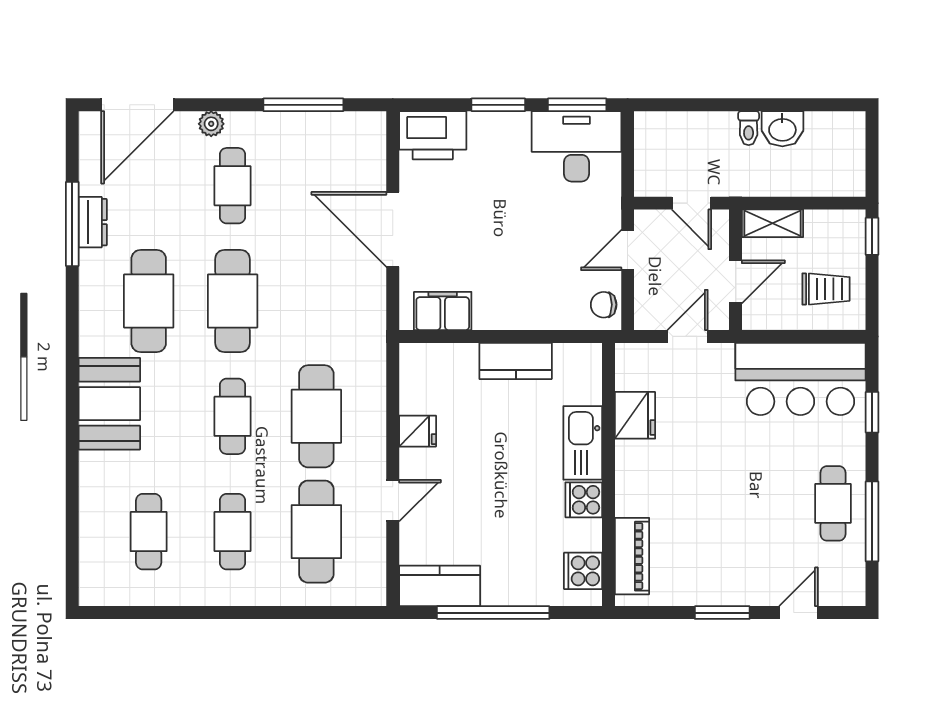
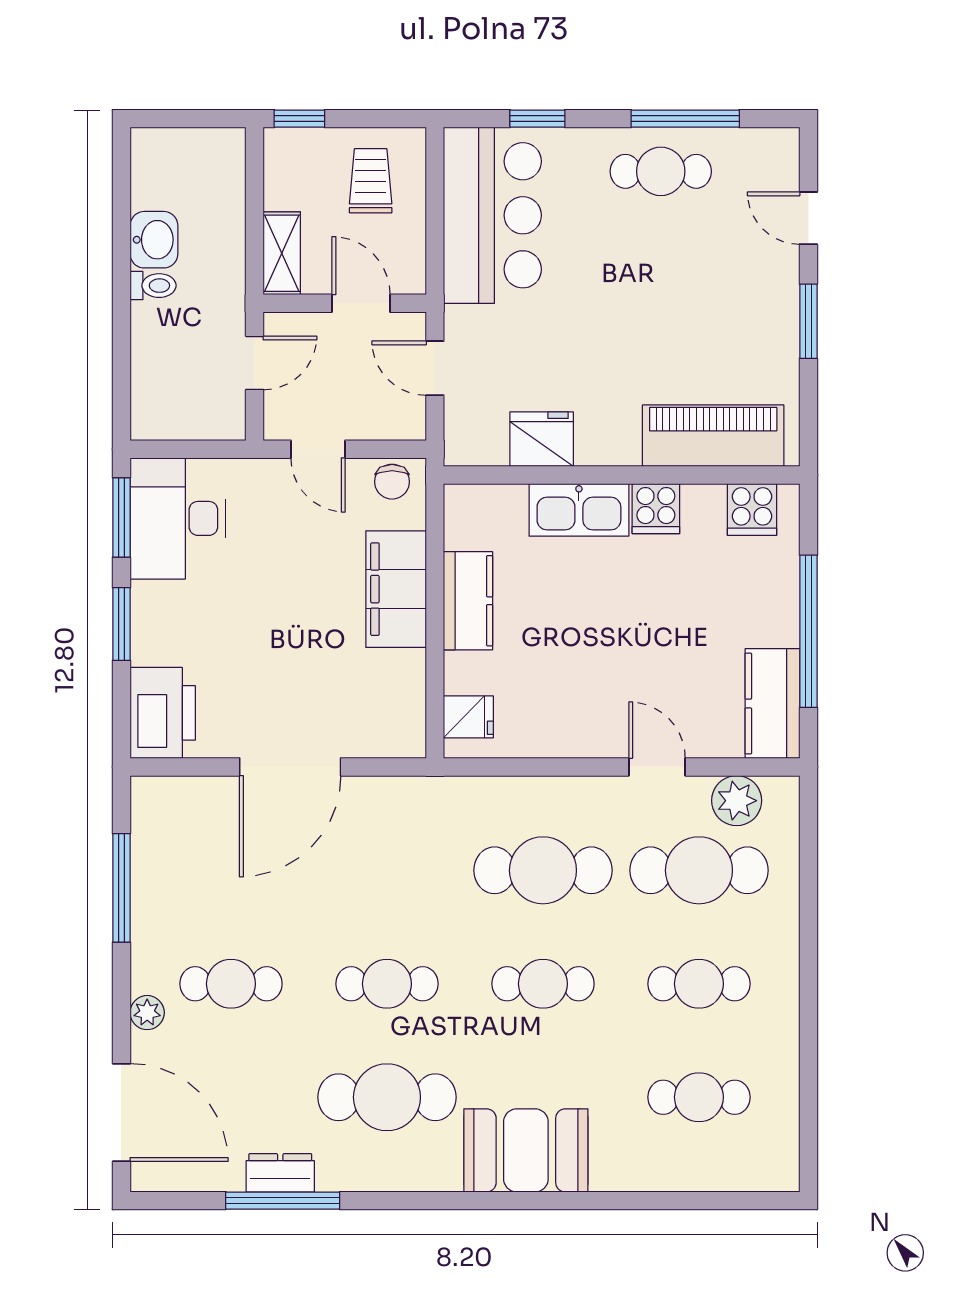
cafe table: (233, 301) -> (387, 984), width x0.73, depth x0.74
filing cabinet: (443, 311) -> (396, 589), moved, width x1.50, depth x1.17
fridge: (418, 431) -> (468, 717), moved, turned 90
piano: (632, 556) -> (713, 436), width x1.37, depth x1.33
plant: (368, 559) -> (737, 801), added

